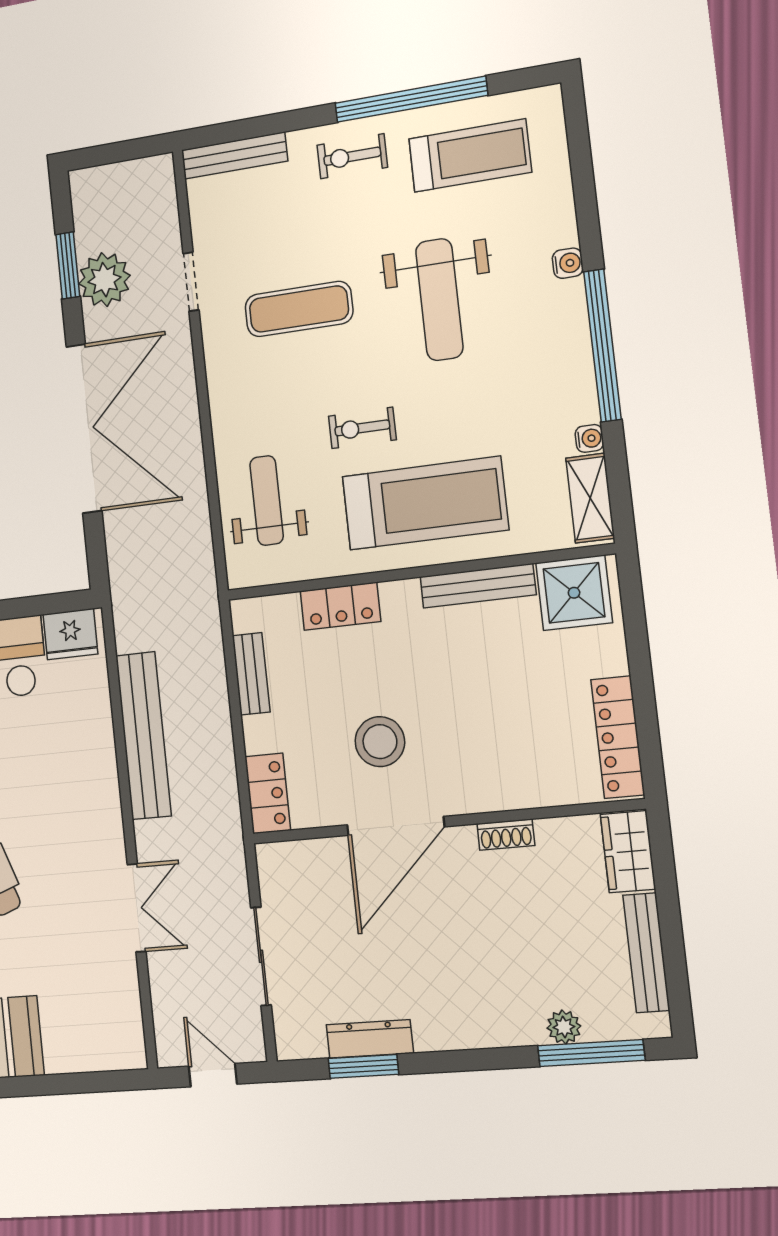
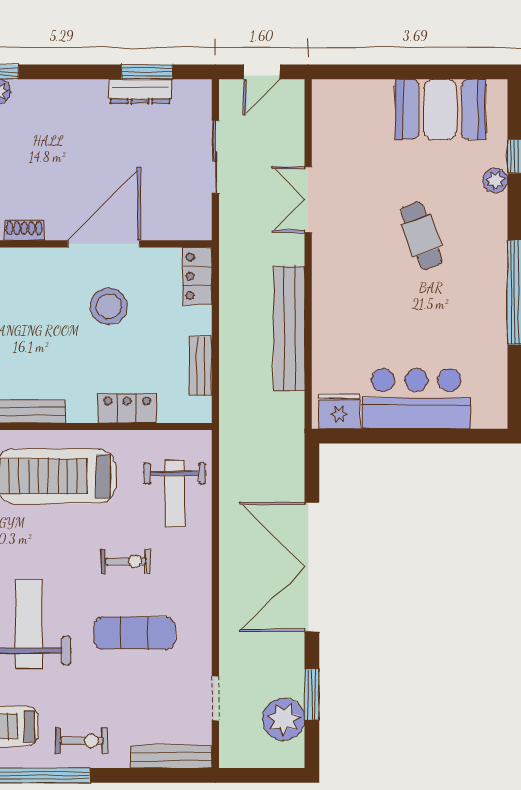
plant: (104, 280) -> (284, 719), moved
doorway: (191, 282) -> (215, 698), moved
exercise bike: (362, 428) -> (126, 561), moved
door: (213, 1075) -> (262, 72), hinge flipped

